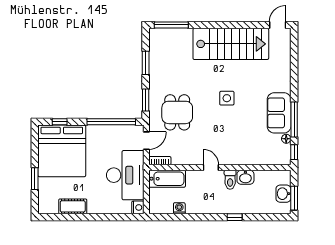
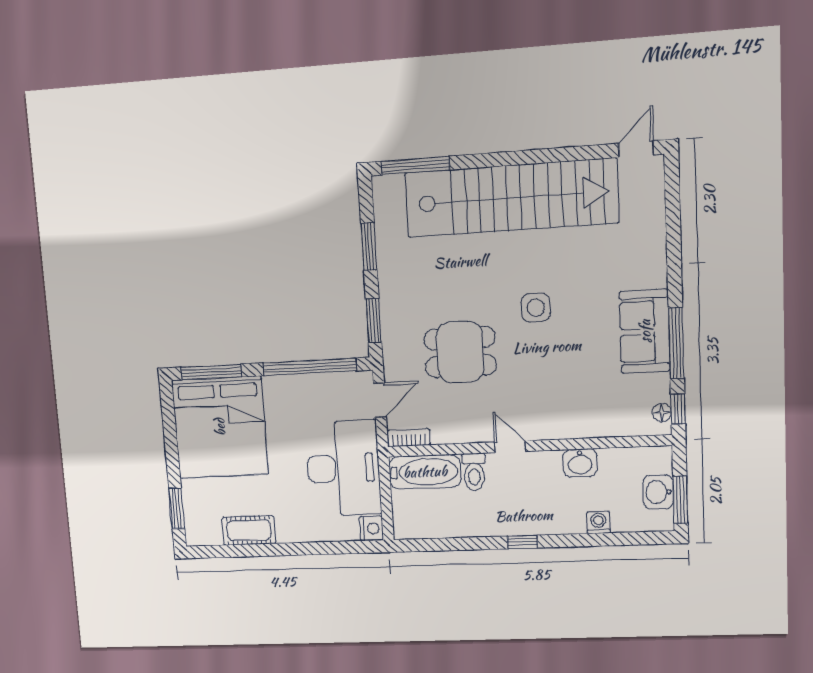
stairs: (231, 44) -> (511, 198), width x1.36
dining table: (177, 112) -> (460, 352), moved, turned 90
window: (60, 122) -> (211, 372), width x2.17
floor lamp: (286, 139) -> (662, 412), moved
window: (35, 179) -> (177, 508), moved
toilet: (230, 180) -> (474, 472), moved
washing machine: (179, 208) -> (598, 523), moved
window: (235, 217) -> (522, 542), moved

